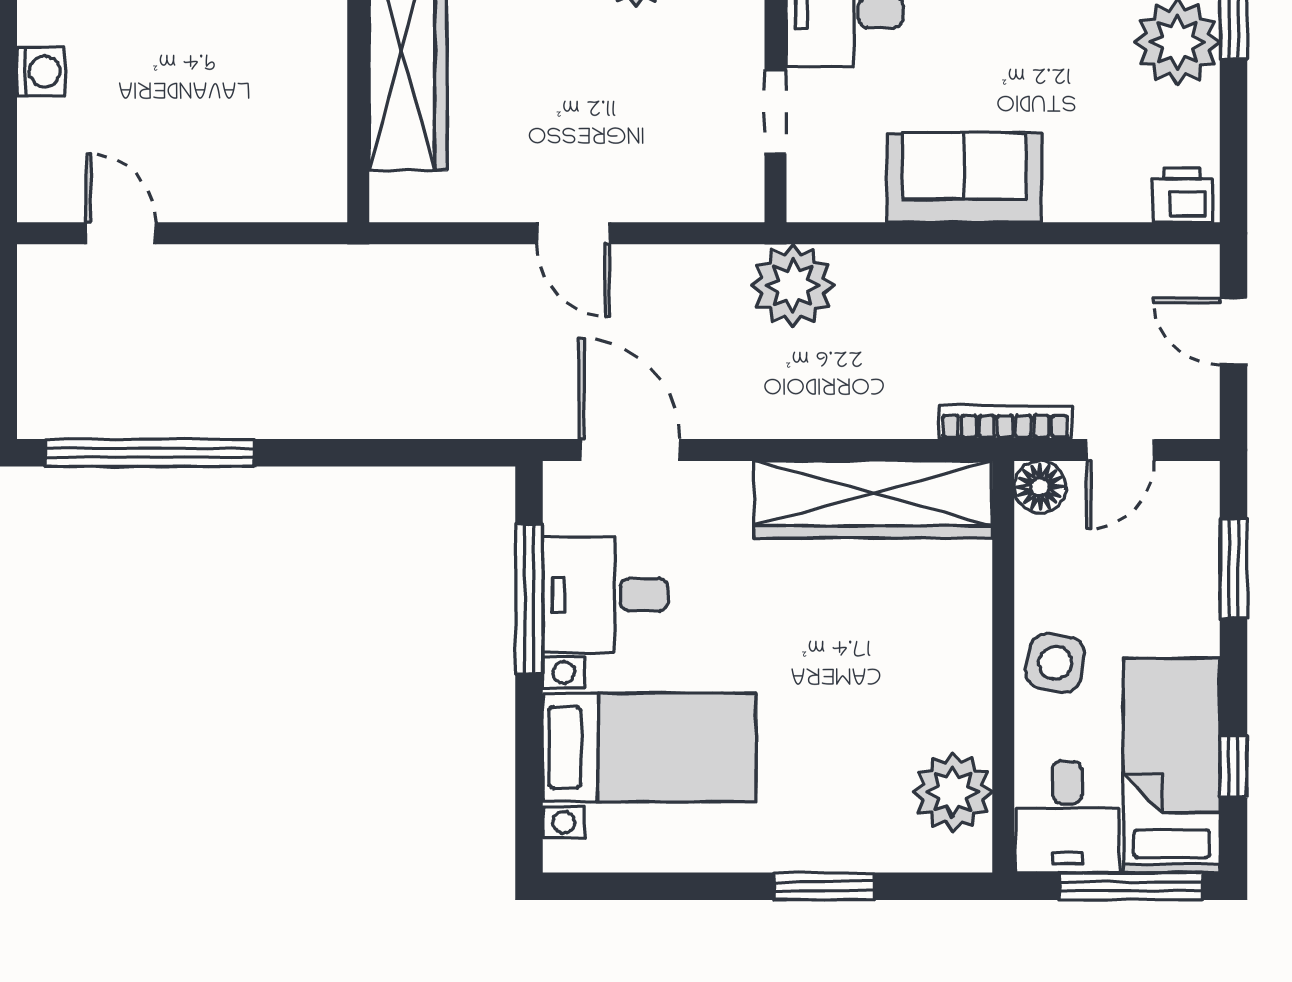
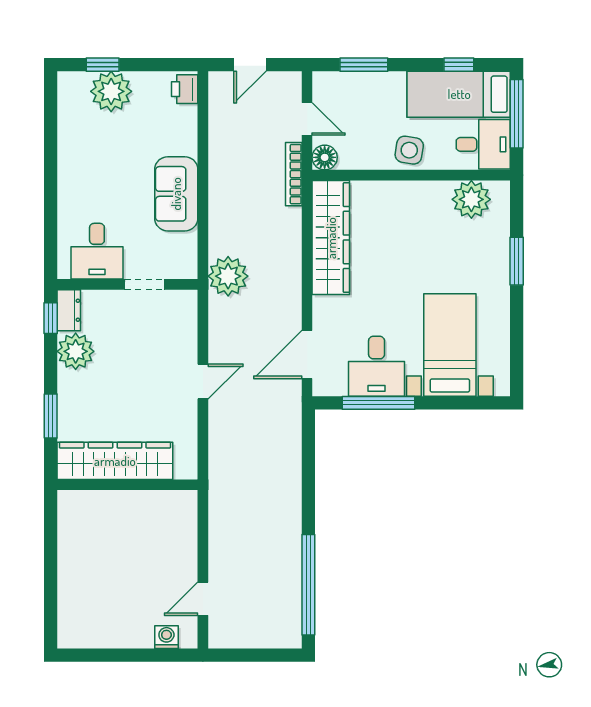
washing machine: (41, 72) -> (166, 637), moved

